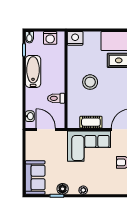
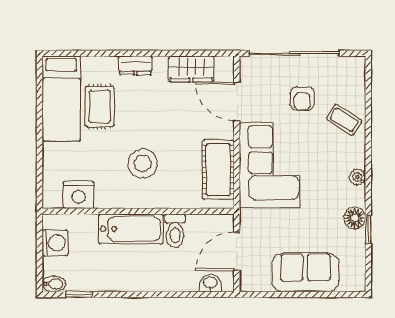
nightstand: (75, 38) -> (79, 195), moved, turned -90
bathtub: (33, 71) -> (131, 229), moved, turned 180
cot: (91, 122) -> (218, 170), width x1.37, depth x1.34
sofa: (35, 178) -> (305, 272), moved
coffee table: (112, 184) -> (344, 120), added

